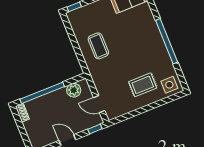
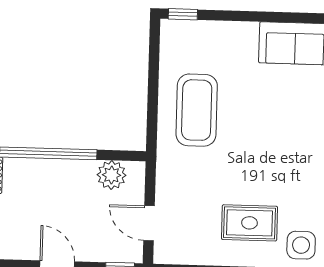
coffee table: (98, 46) -> (197, 110), width x1.36, depth x1.32

